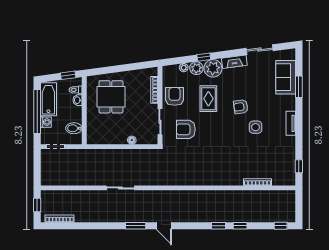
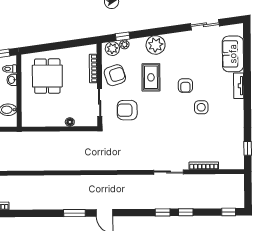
window: (204, 57) -> (123, 36), moved
fireplace: (234, 62) -> (178, 38), removed
plant: (196, 68) -> (112, 49), moved
window: (299, 87) -> (247, 64), removed
armchair: (175, 96) -> (115, 75), turned 72
armchair: (241, 107) -> (185, 86), turned -82
tv unit: (291, 123) -> (239, 86), moved
sliding door: (120, 188) -> (169, 172), moved

